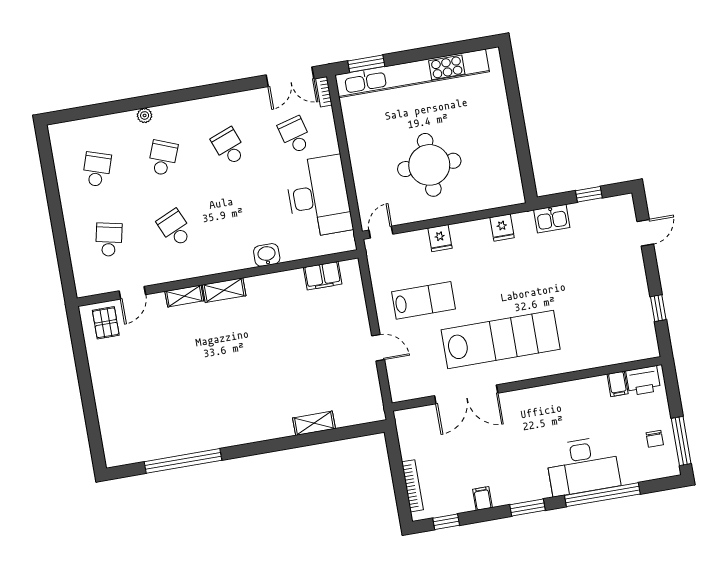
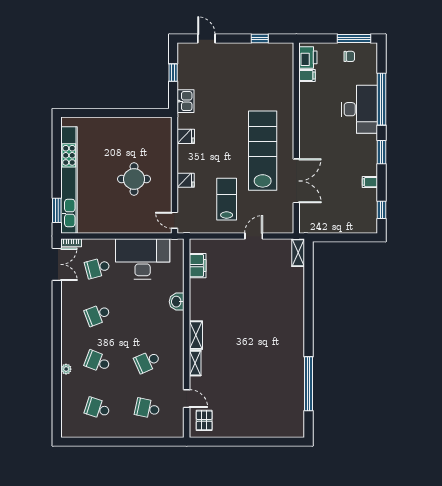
round table: (429, 165) -> (134, 179), width x0.73, depth x0.73
pallet: (106, 323) -> (204, 420), turned 90
shelving: (314, 423) -> (298, 253), moved
bookcase: (412, 486) -> (353, 229), removed

